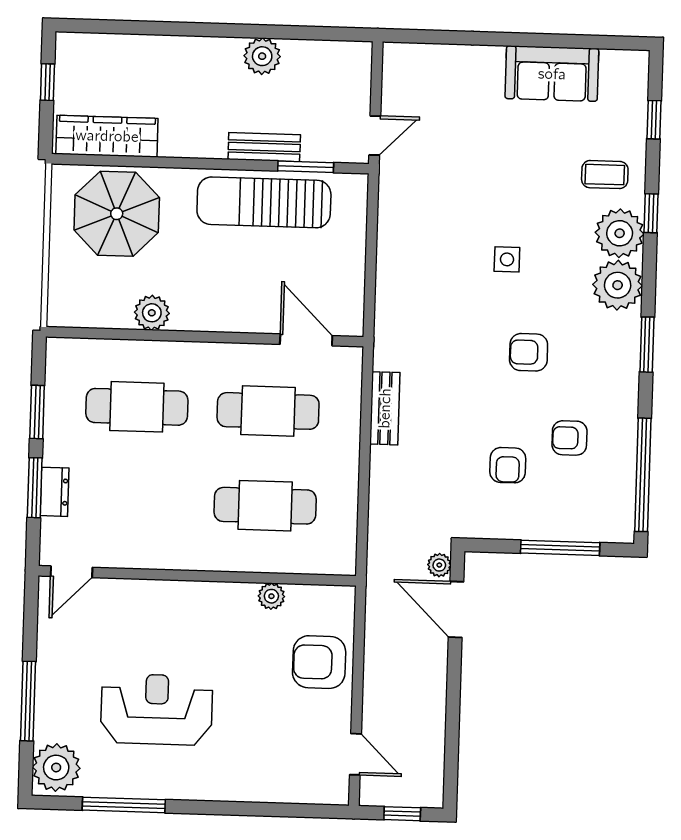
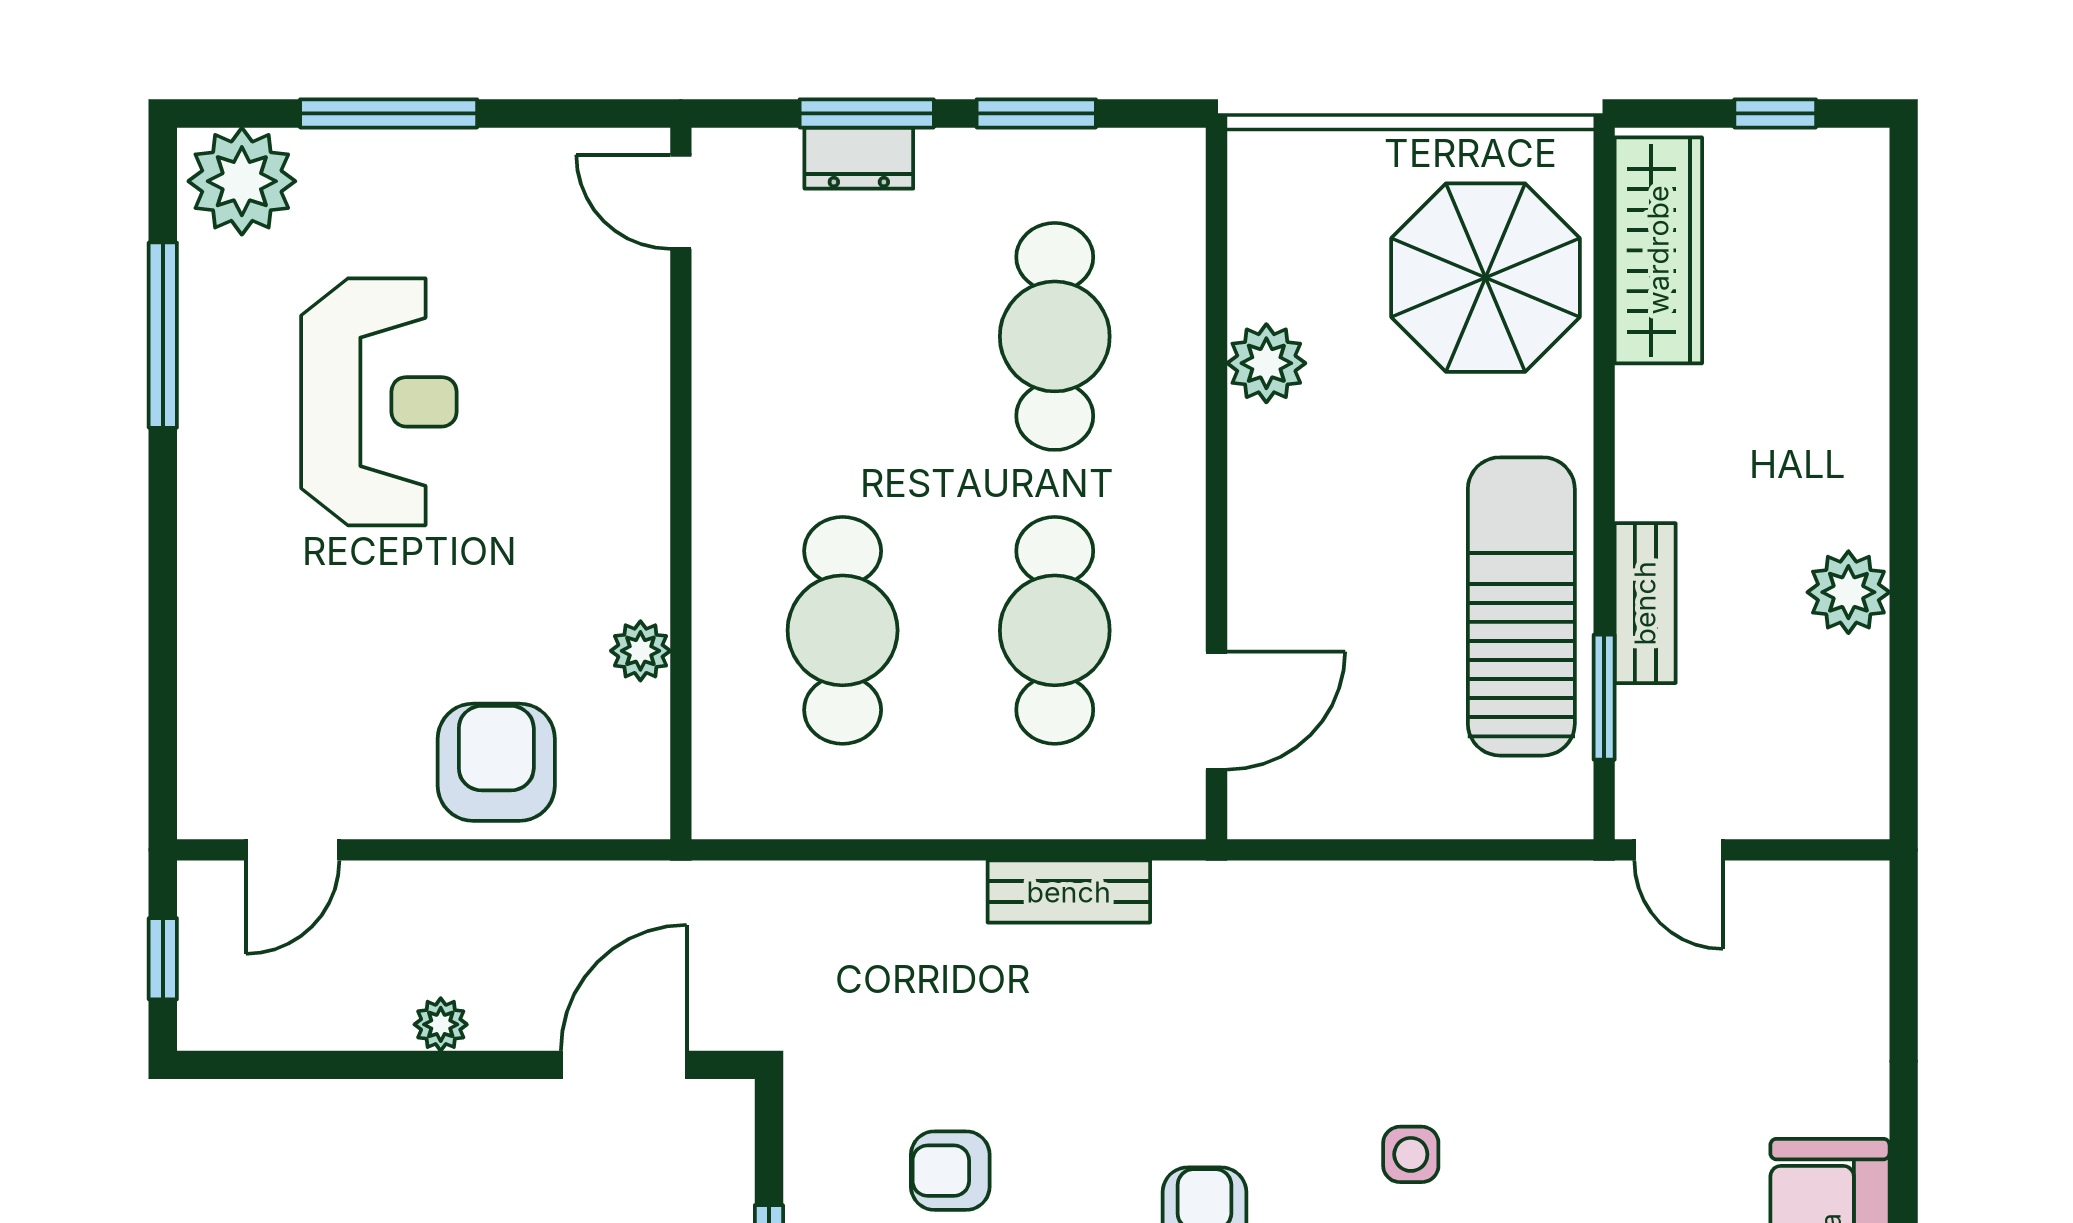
plant: (439, 565) -> (441, 1024), moved

